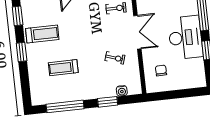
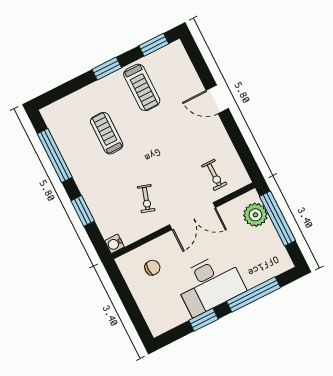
water cooler: (122, 91) -> (114, 244), moved

